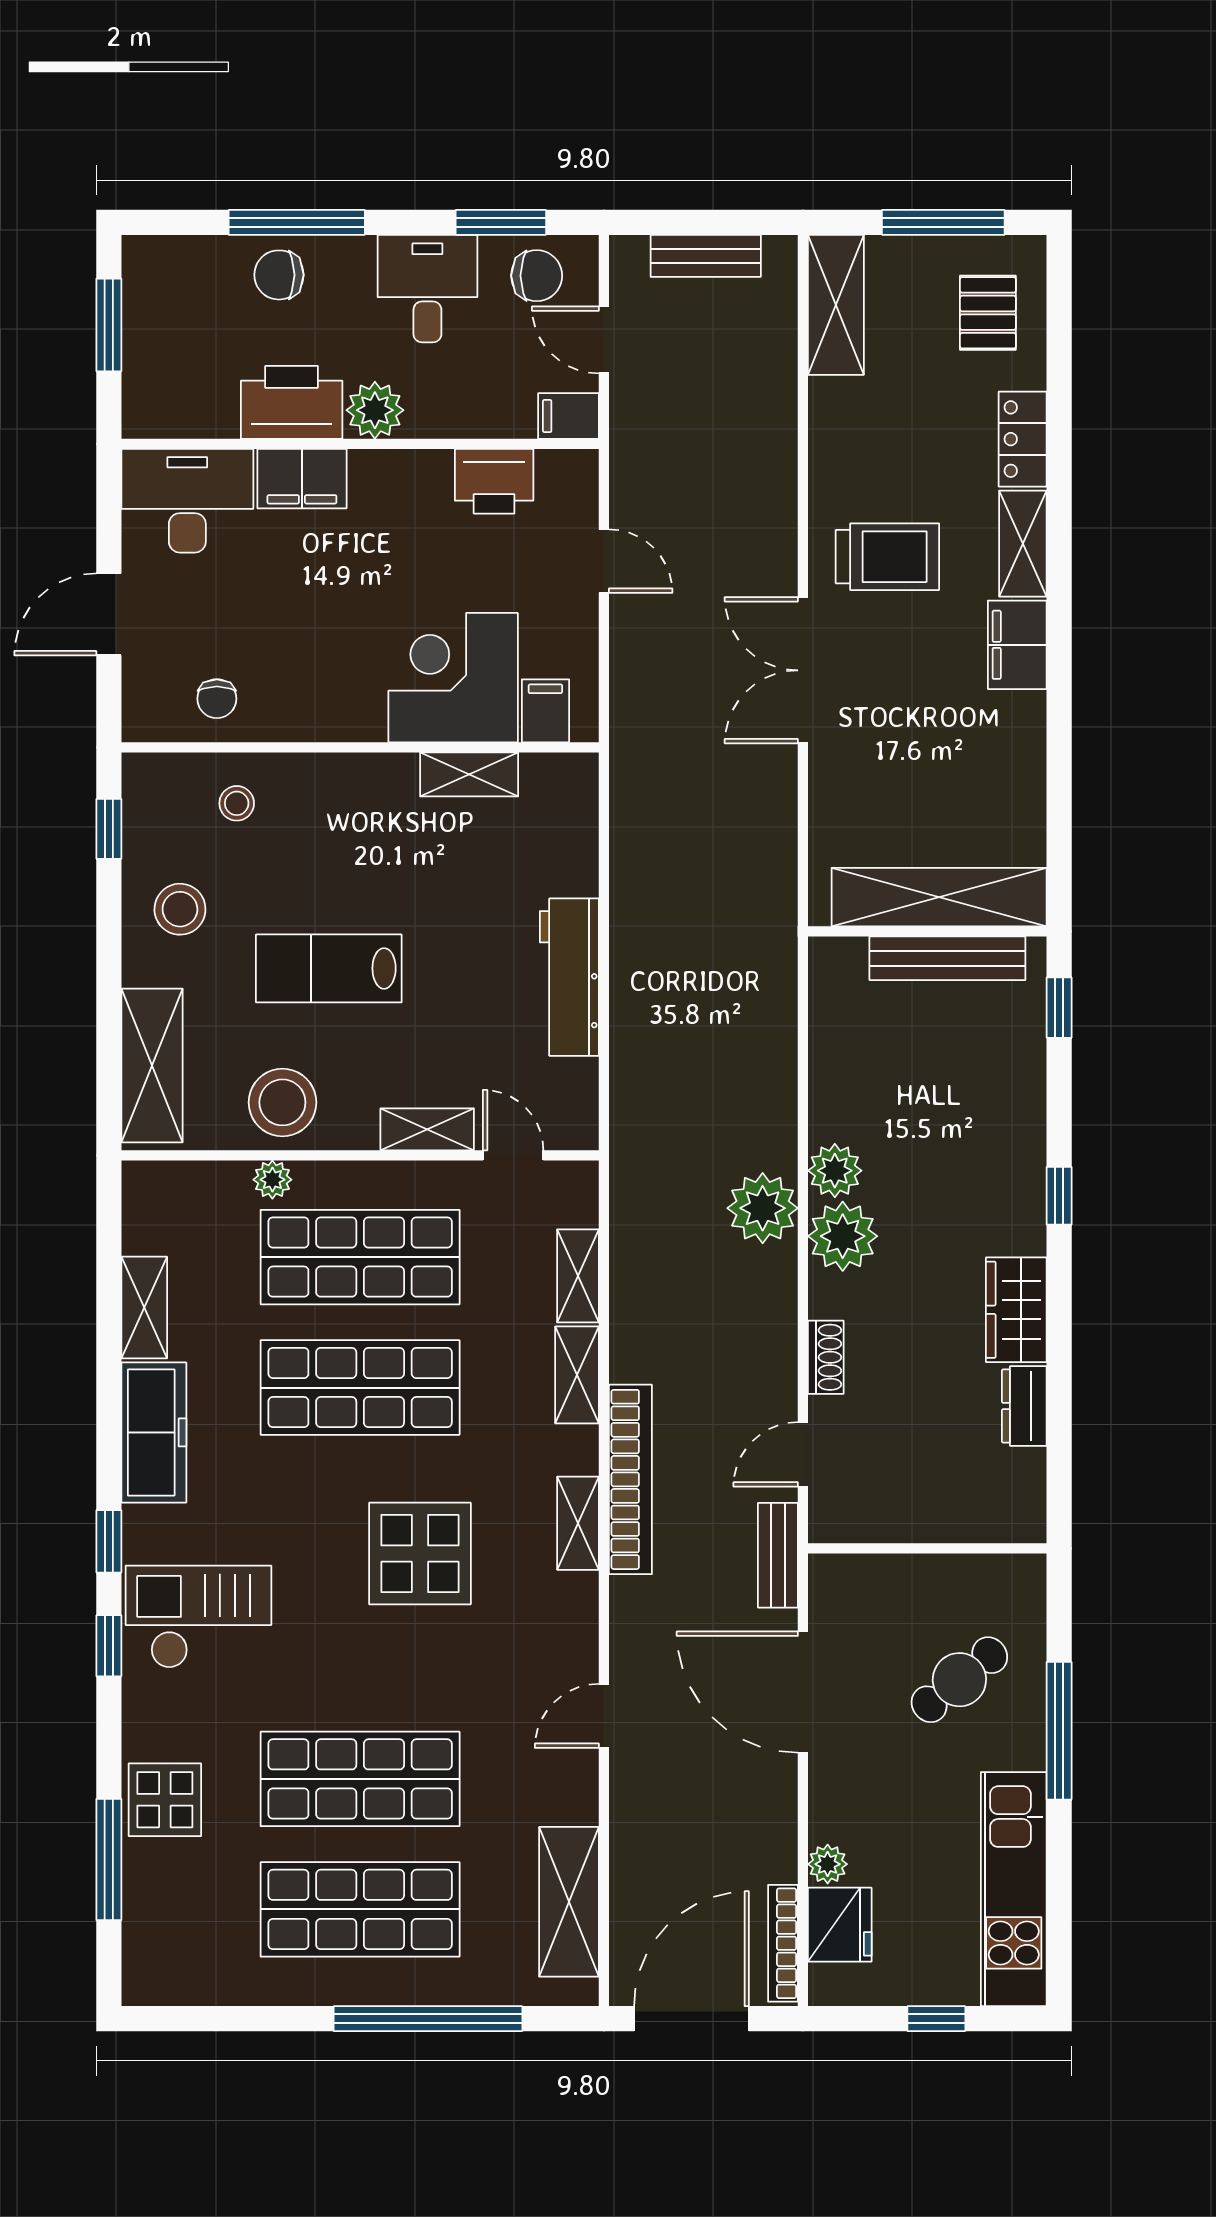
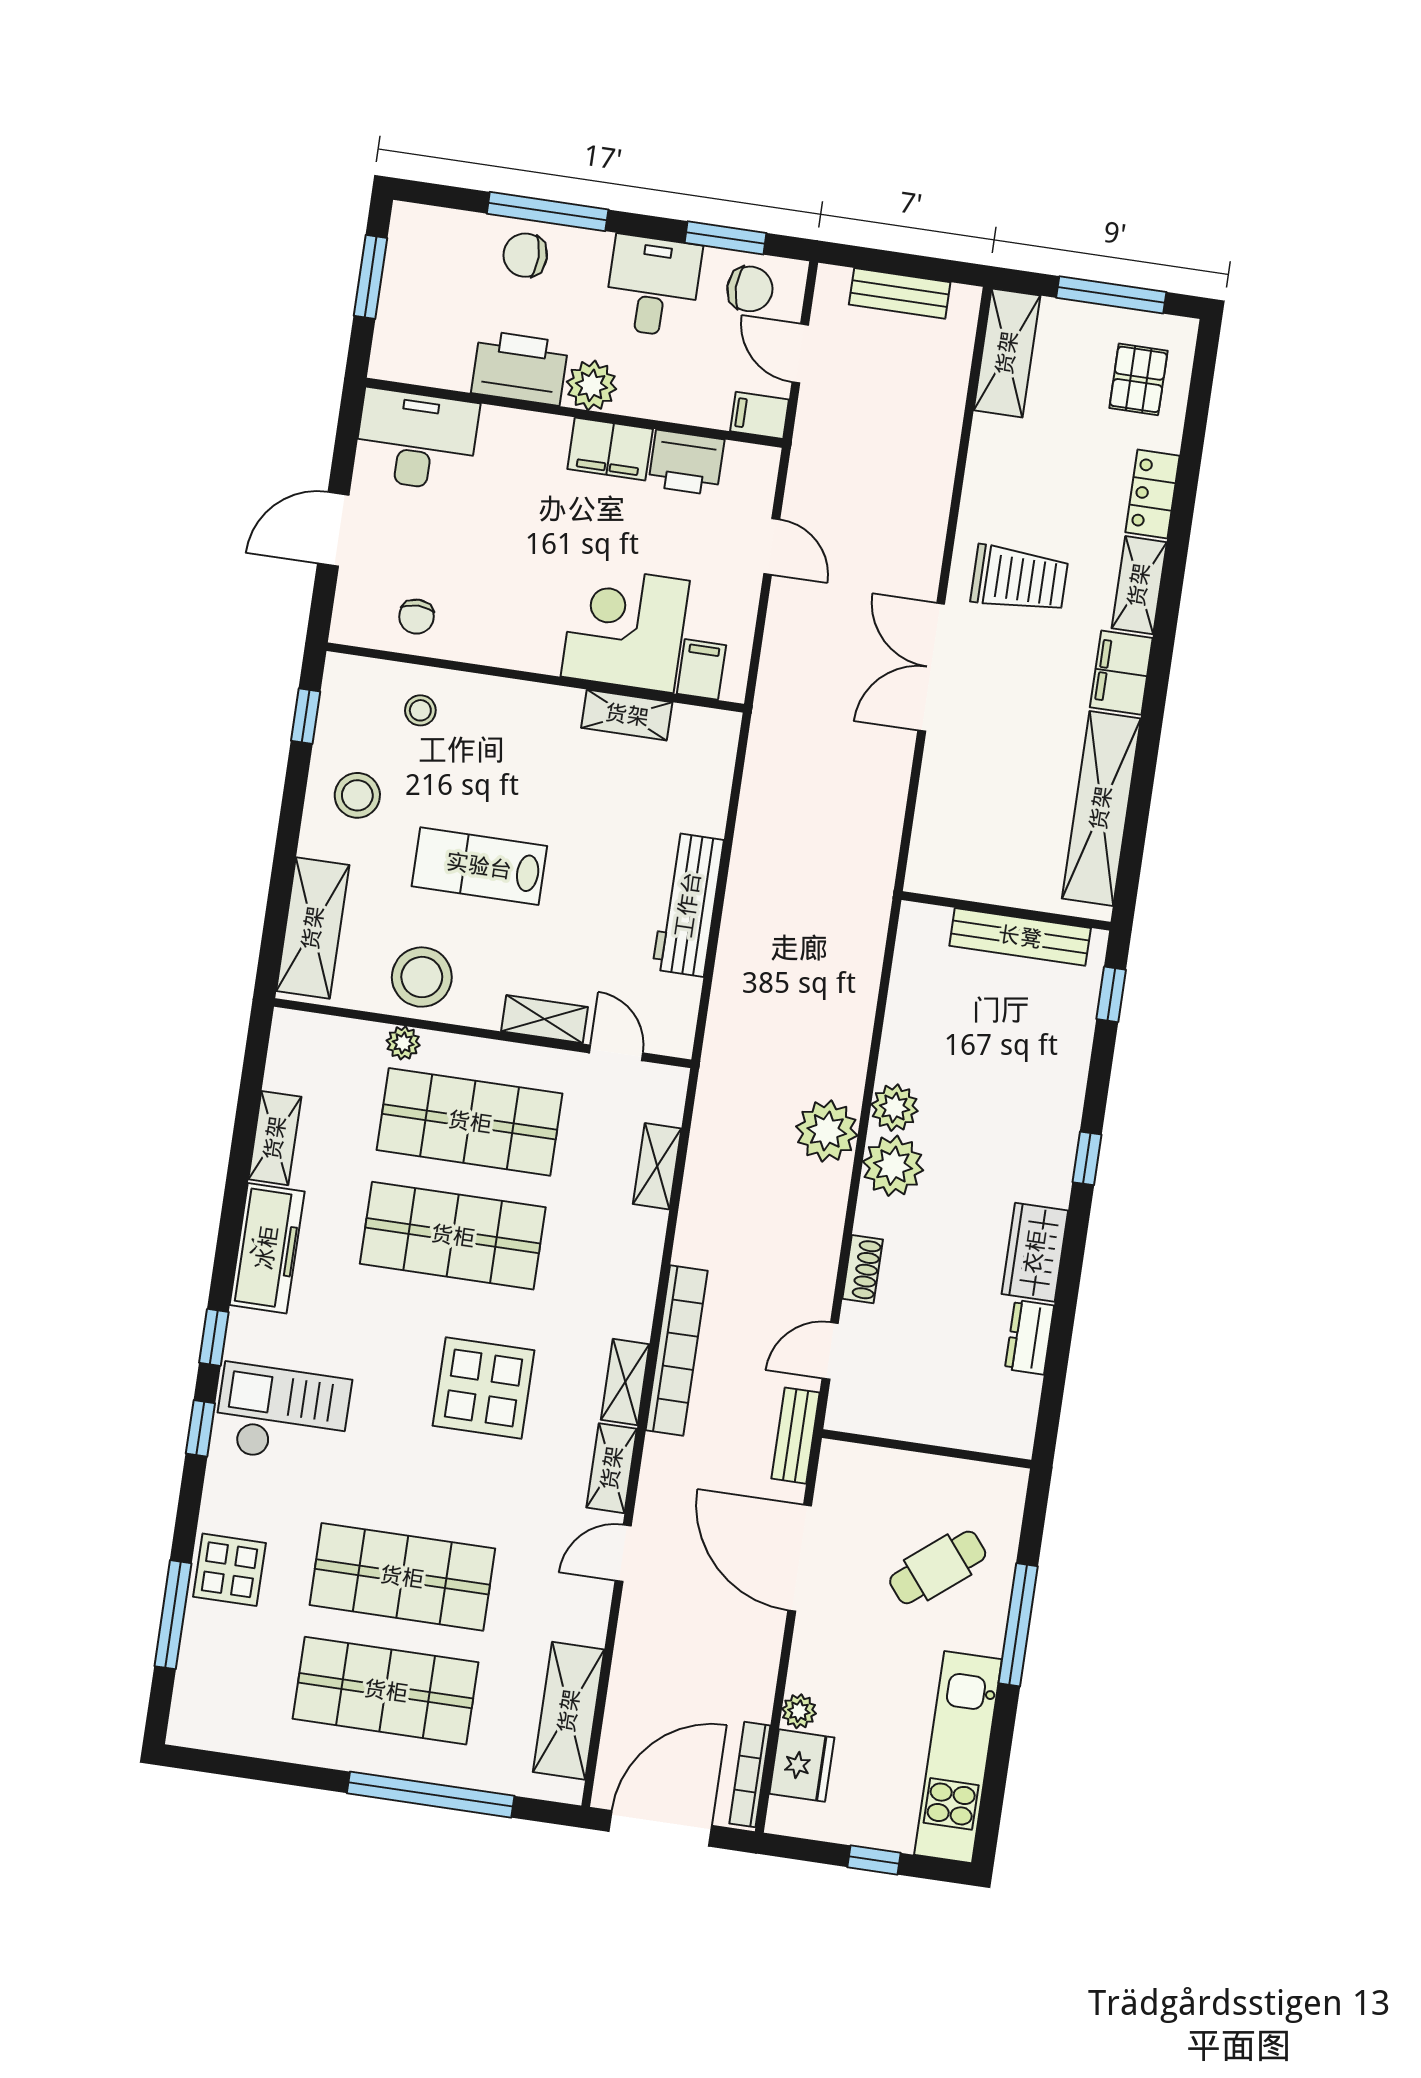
filing cabinet: (302, 479) -> (610, 449), moved
shelving: (939, 897) -> (1101, 808), moved, turned 90
shelving: (577, 1375) -> (612, 1468), moved

